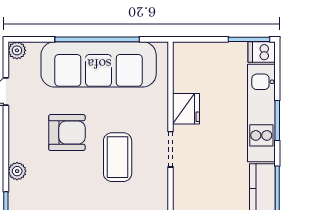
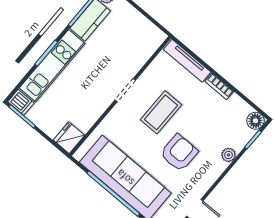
fridge: (186, 109) -> (69, 138), moved
armchair: (67, 133) -> (179, 153), turned 90

